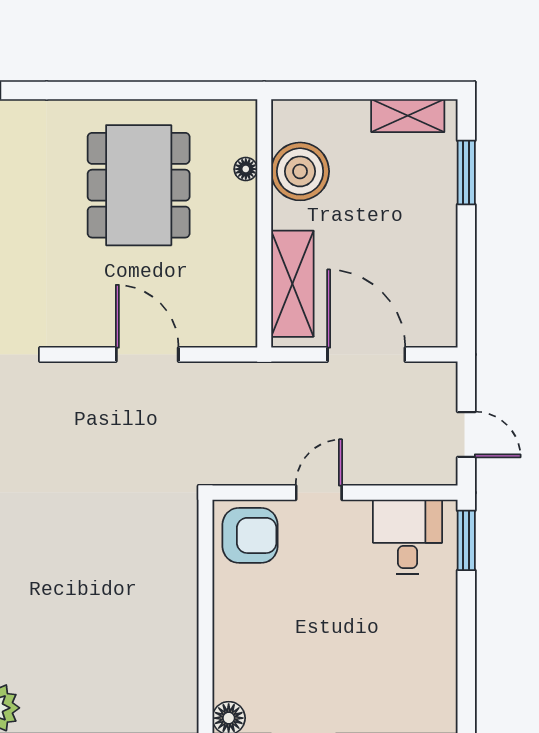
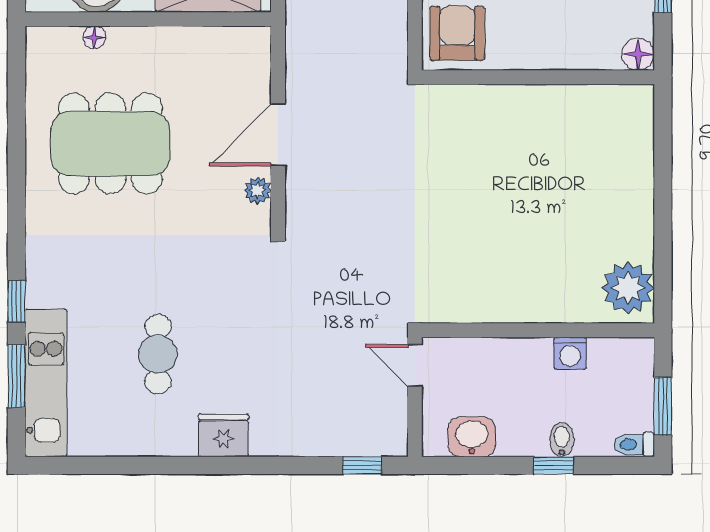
plant: (91, 334) -> (258, 190), added

